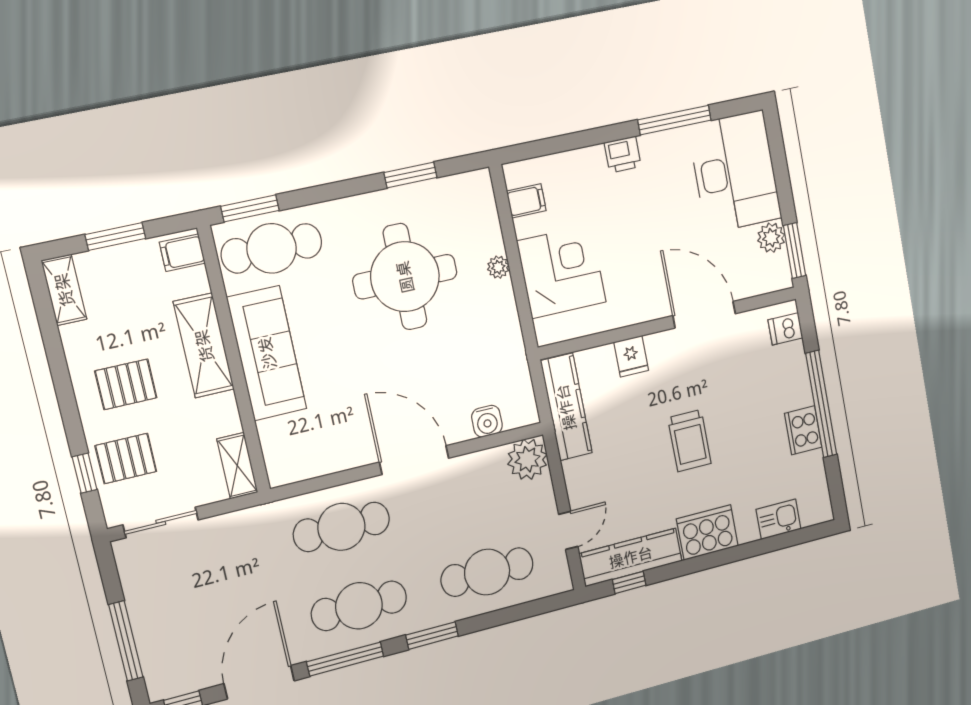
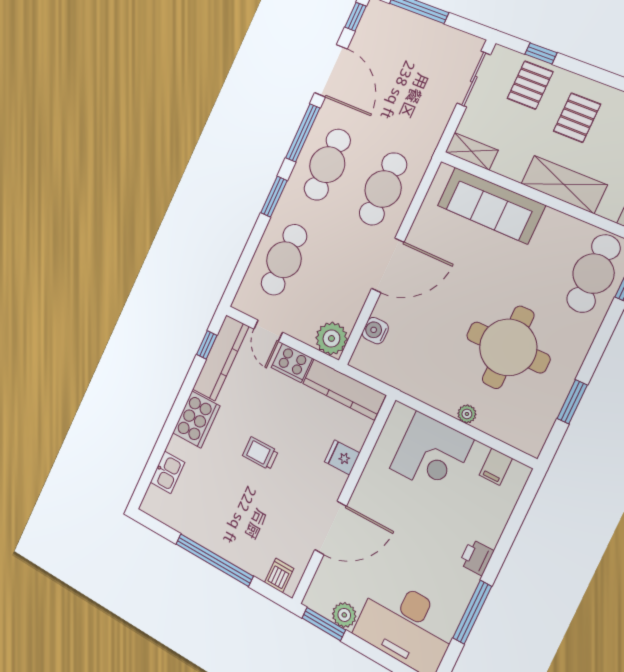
sofa: (267, 353) -> (491, 205), moved
cooker: (803, 430) -> (292, 363), moved, turned 180
trolley: (689, 441) -> (260, 453), width x0.73, depth x0.72

